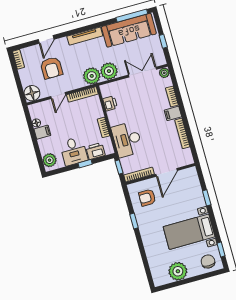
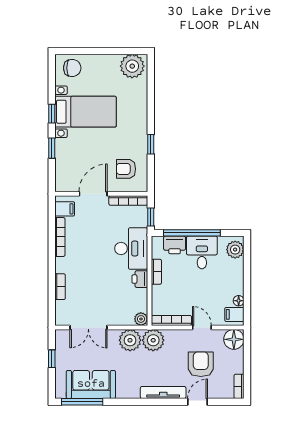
sofa: (129, 30) -> (91, 384), width x0.73
tv unit: (85, 36) -> (163, 392), moved
plant: (164, 73) -> (141, 319), moved
door: (58, 95) -> (202, 327), hinge flipped
printer: (110, 103) -> (140, 279), moved
filing cabinet: (173, 113) -> (65, 209), moved
filing cabinet: (42, 132) -> (234, 314), moved
window: (85, 164) -> (192, 233), width x3.17
armchair: (147, 198) -> (126, 169), turned 180
window: (221, 250) -> (52, 114), moved
chair: (208, 261) -> (72, 68), turned -90
plant: (178, 271) -> (132, 66), moved

